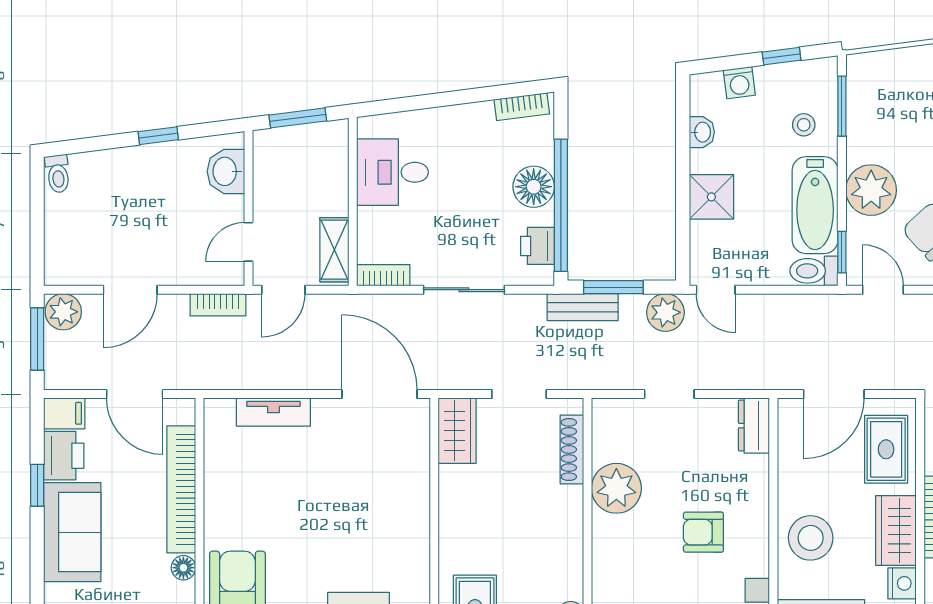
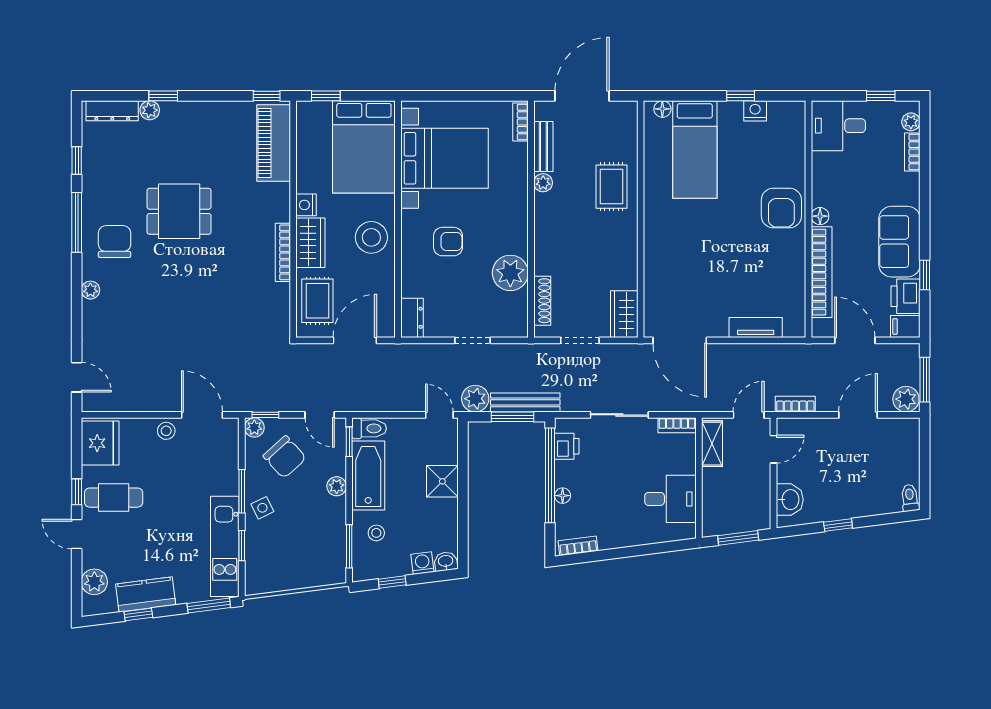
washbasin: (702, 132) -> (446, 561), moved, turned 83
floor lamp: (534, 187) -> (563, 496), width x0.53, depth x0.53
plant: (871, 190) -> (337, 486), width x0.53, depth x0.53
bench: (583, 307) -> (525, 402), width x1.36

